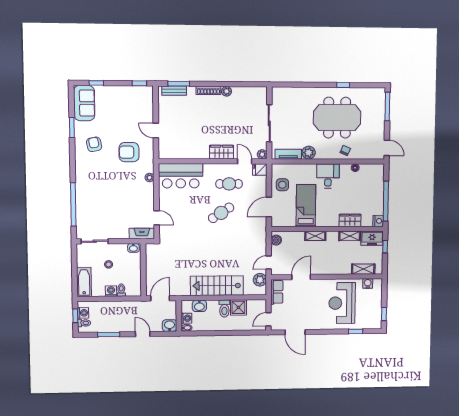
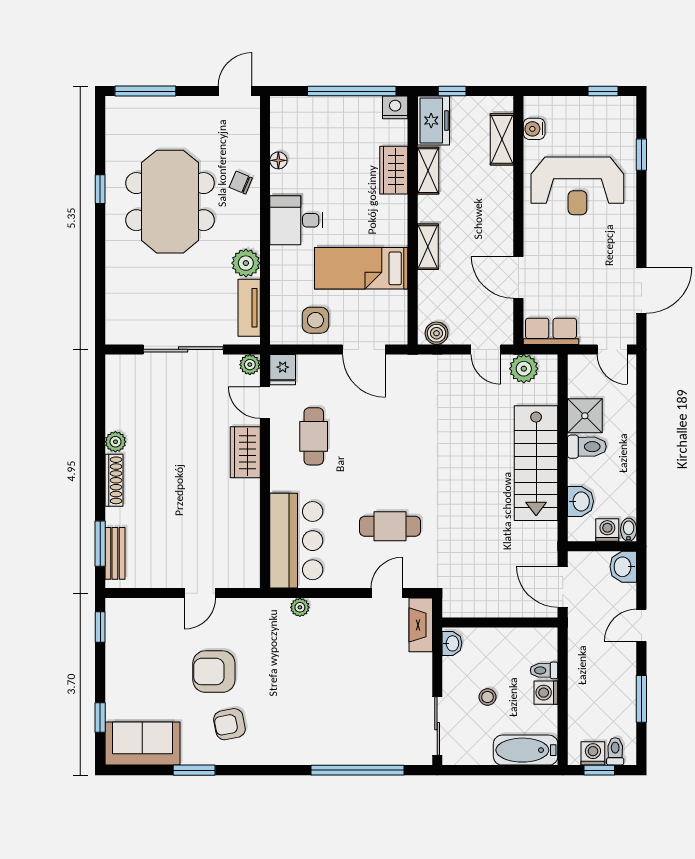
armchair: (129, 152) -> (214, 672), moved, turned 90
door: (245, 161) -> (265, 403), hinge flipped
cafe table: (221, 213) -> (390, 526), moved, turned -57

